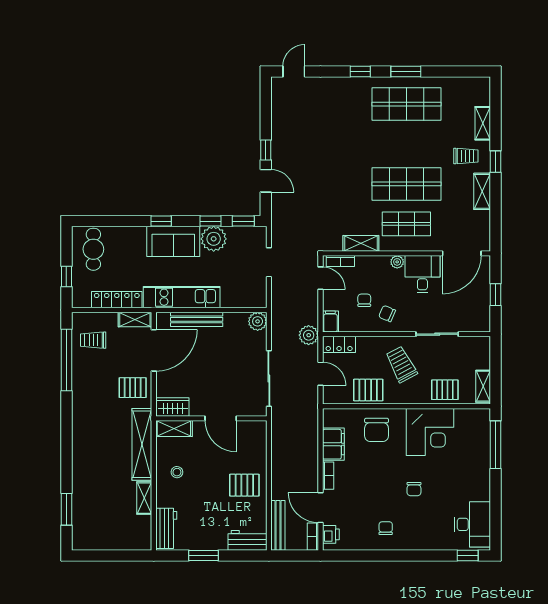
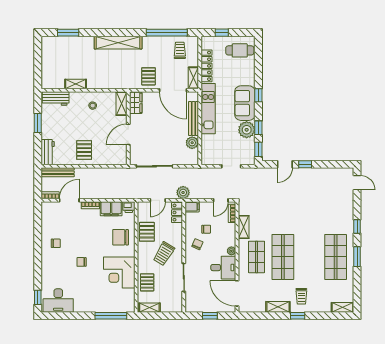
shelving: (483, 123) -> (342, 307), moved
plant: (258, 321) -> (192, 143), moved
trolley: (401, 364) -> (164, 254), turned 149
shelving: (142, 444) -> (118, 43), moved
printer: (331, 534) -> (129, 207), moved

